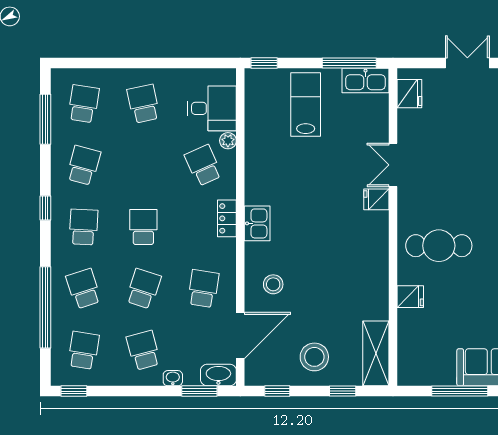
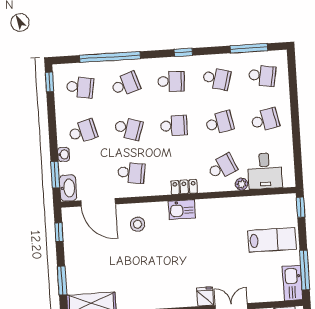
school desk: (143, 165) -> (219, 123), added
stool: (314, 357) -> (86, 258), removed
window: (343, 391) -> (62, 280), width x1.50

